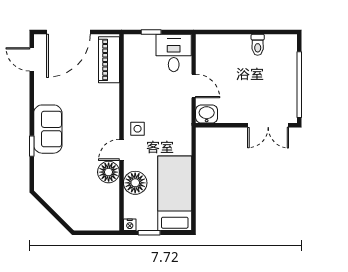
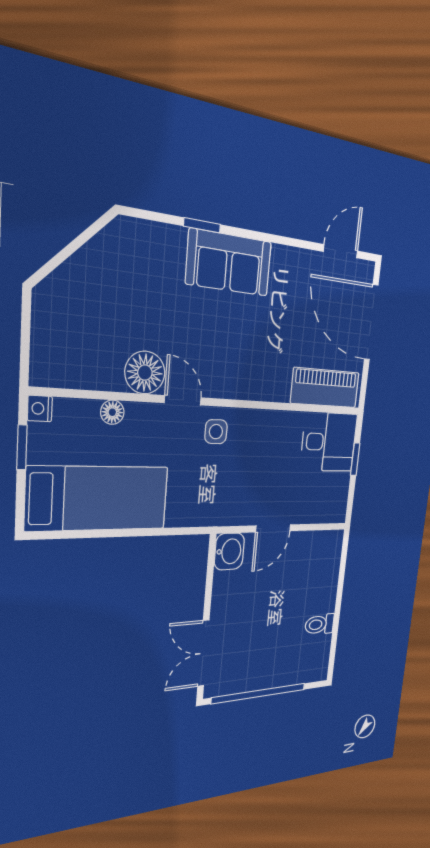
desk: (174, 53) -> (329, 442), moved
floor lamp: (135, 183) -> (112, 412), width x0.53, depth x0.53

